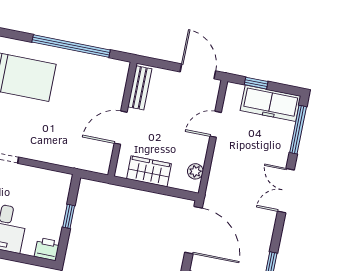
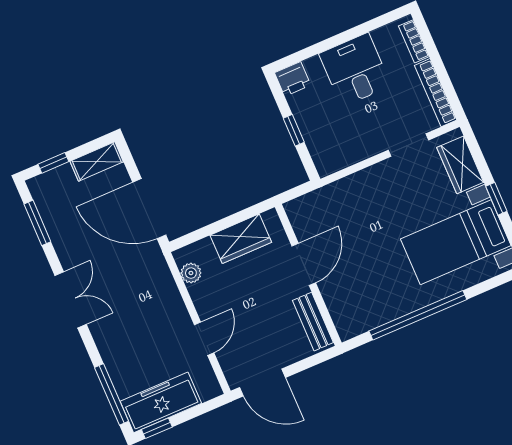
window: (256, 83) -> (157, 428), moved
double door: (286, 191) -> (71, 300), moved

